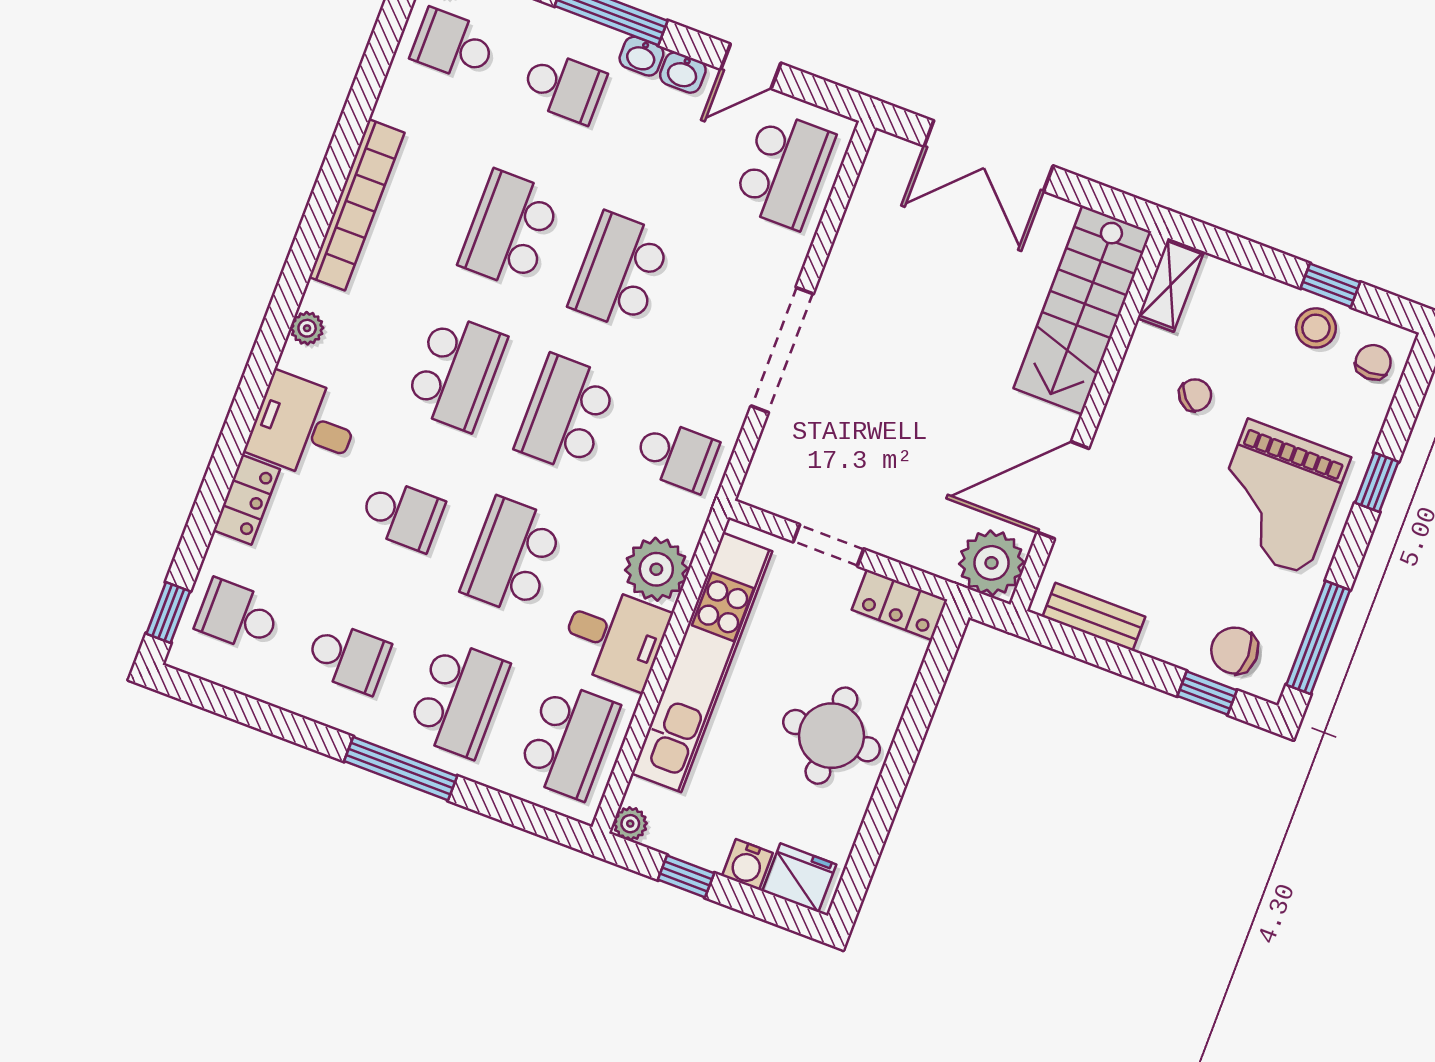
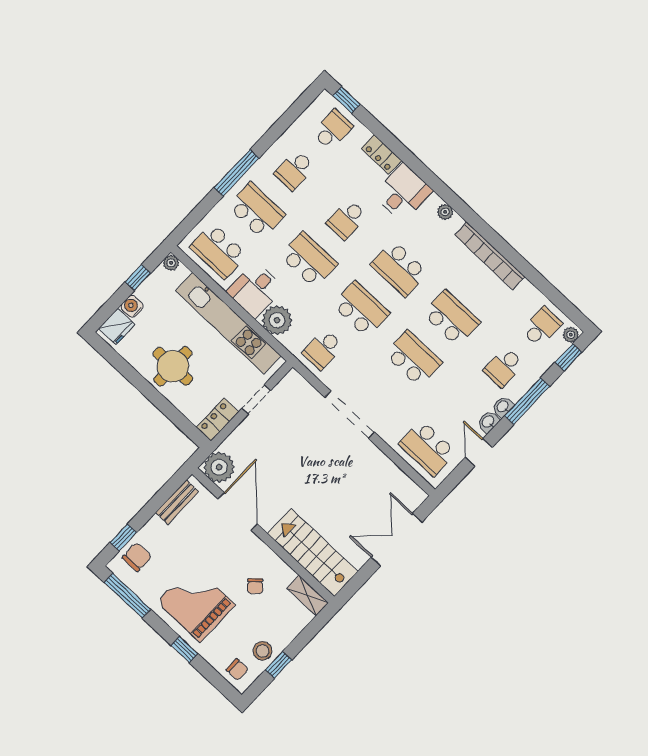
school desk: (458, 699) -> (256, 211), turned 180

